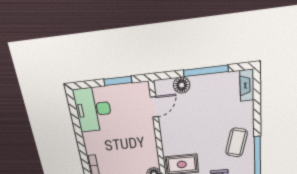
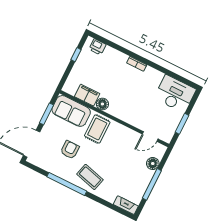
door: (154, 107) -> (150, 136), hinge flipped

